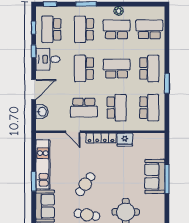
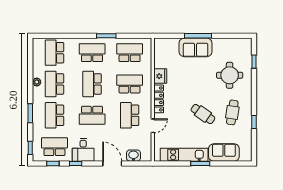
school desk: (51, 29) -> (55, 147), turned 180
school desk: (84, 29) -> (55, 115), turned 90
school desk: (84, 108) -> (130, 115), turned 180

